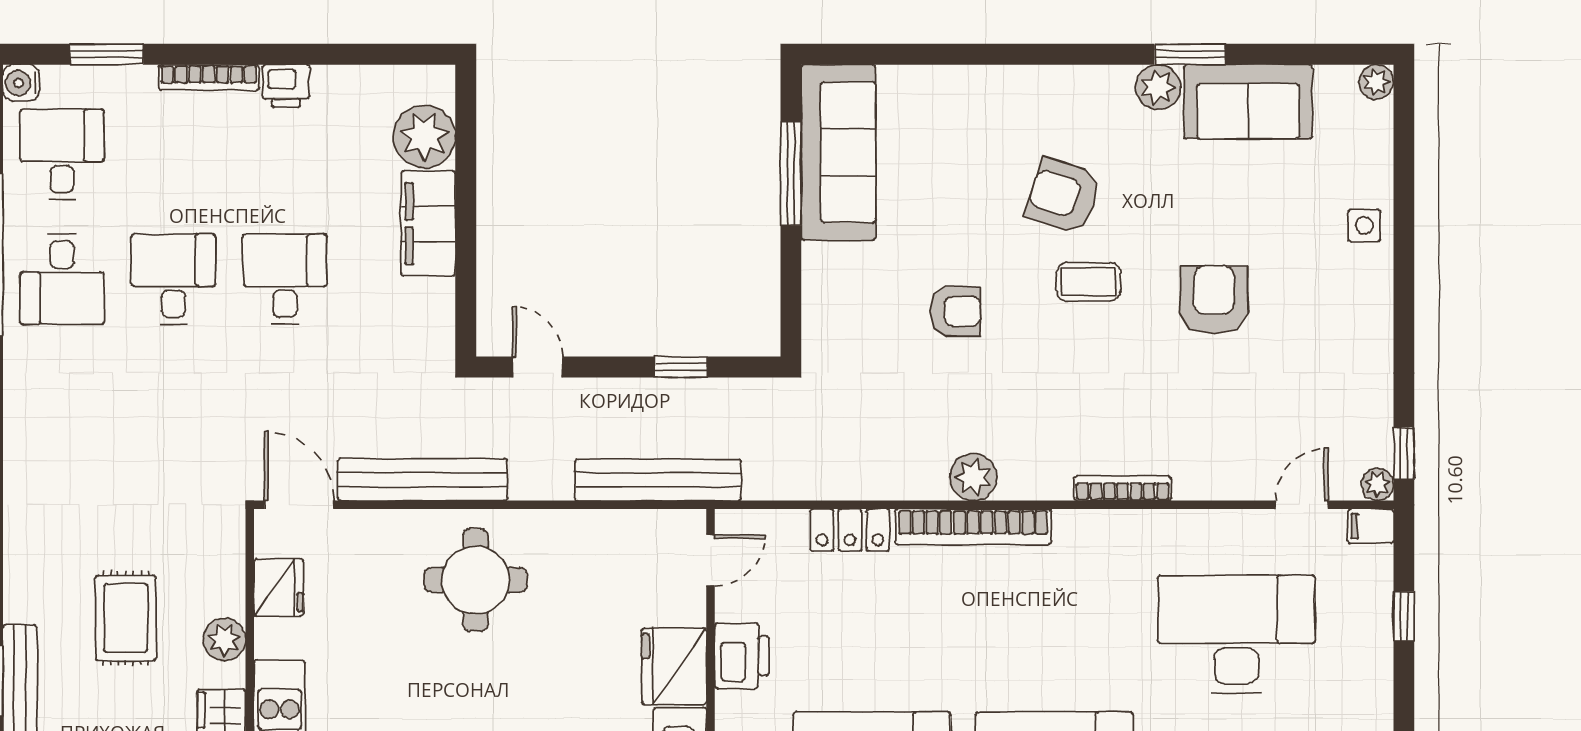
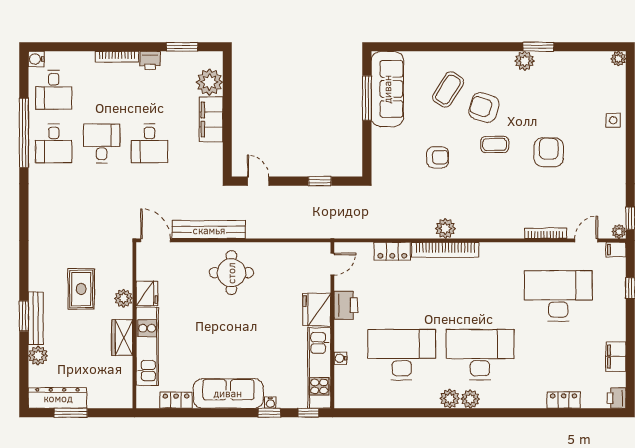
window: (107, 54) -> (182, 47), moved
sofa: (1248, 102) -> (563, 67), removed
desk: (62, 154) -> (54, 90), turned 180
coffee table: (980, 154) -> (448, 90), added
desk: (285, 279) -> (150, 143), turned 180
bench: (658, 480) -> (310, 230), removed
bookcase: (1123, 488) -> (546, 233), moved
fridge: (279, 587) -> (147, 293), moved

